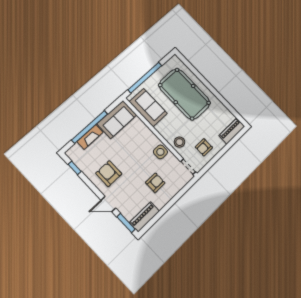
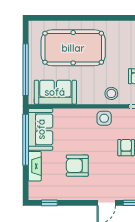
window: (90, 127) -> (26, 140), moved
armchair: (109, 174) -> (77, 166), moved

